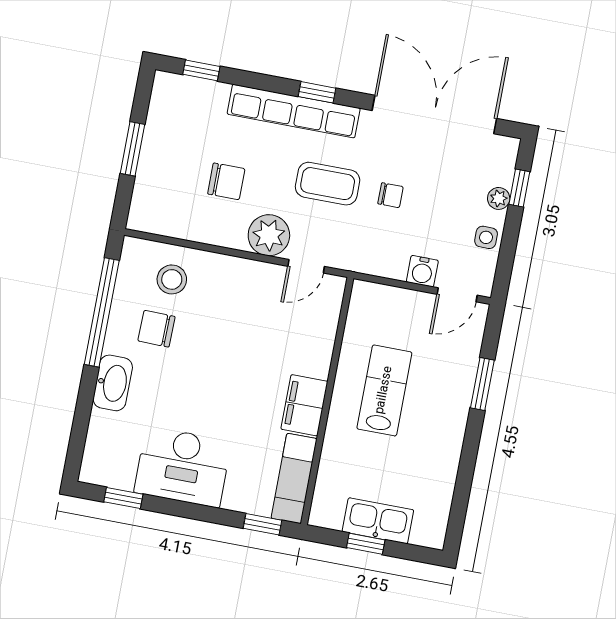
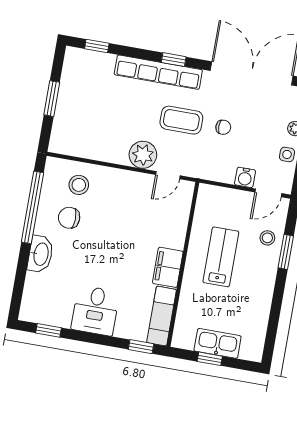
chair: (226, 181) -> (114, 119), removed
stool: (455, 363) -> (267, 238), added
desk: (183, 467) -> (95, 311), width x0.73

